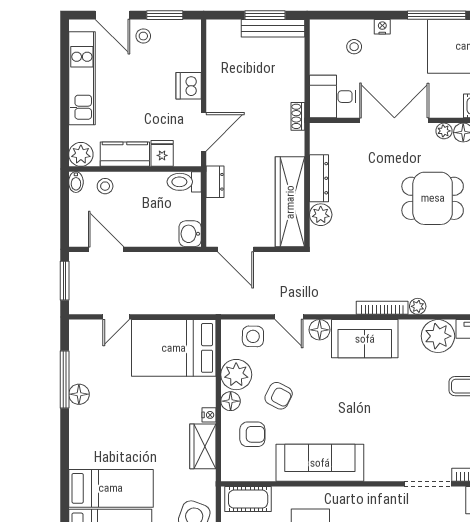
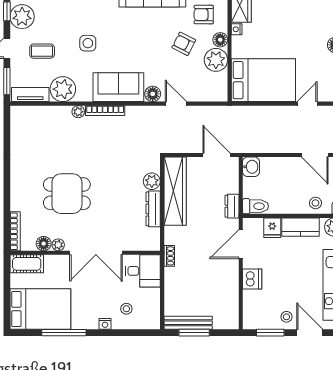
side table: (253, 336) -> (88, 43), moved

